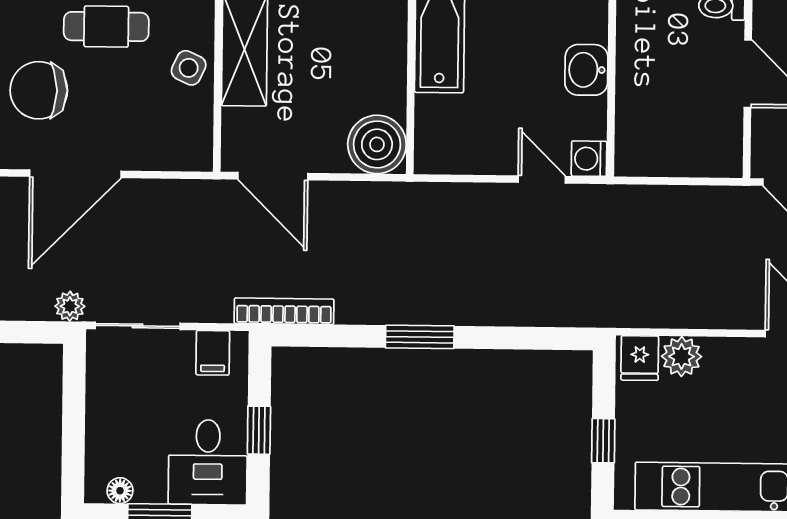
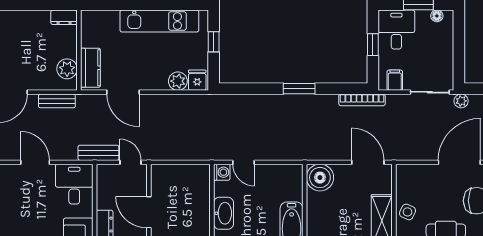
washbasin: (586, 70) -> (224, 213), width x1.38

